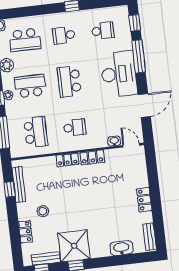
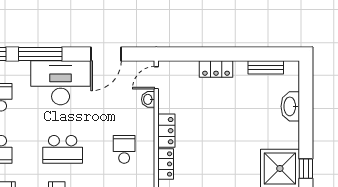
door: (144, 105) -> (106, 54), swing flipped
locker: (144, 200) -> (216, 69), moved
bench: (150, 237) -> (266, 67), moved

